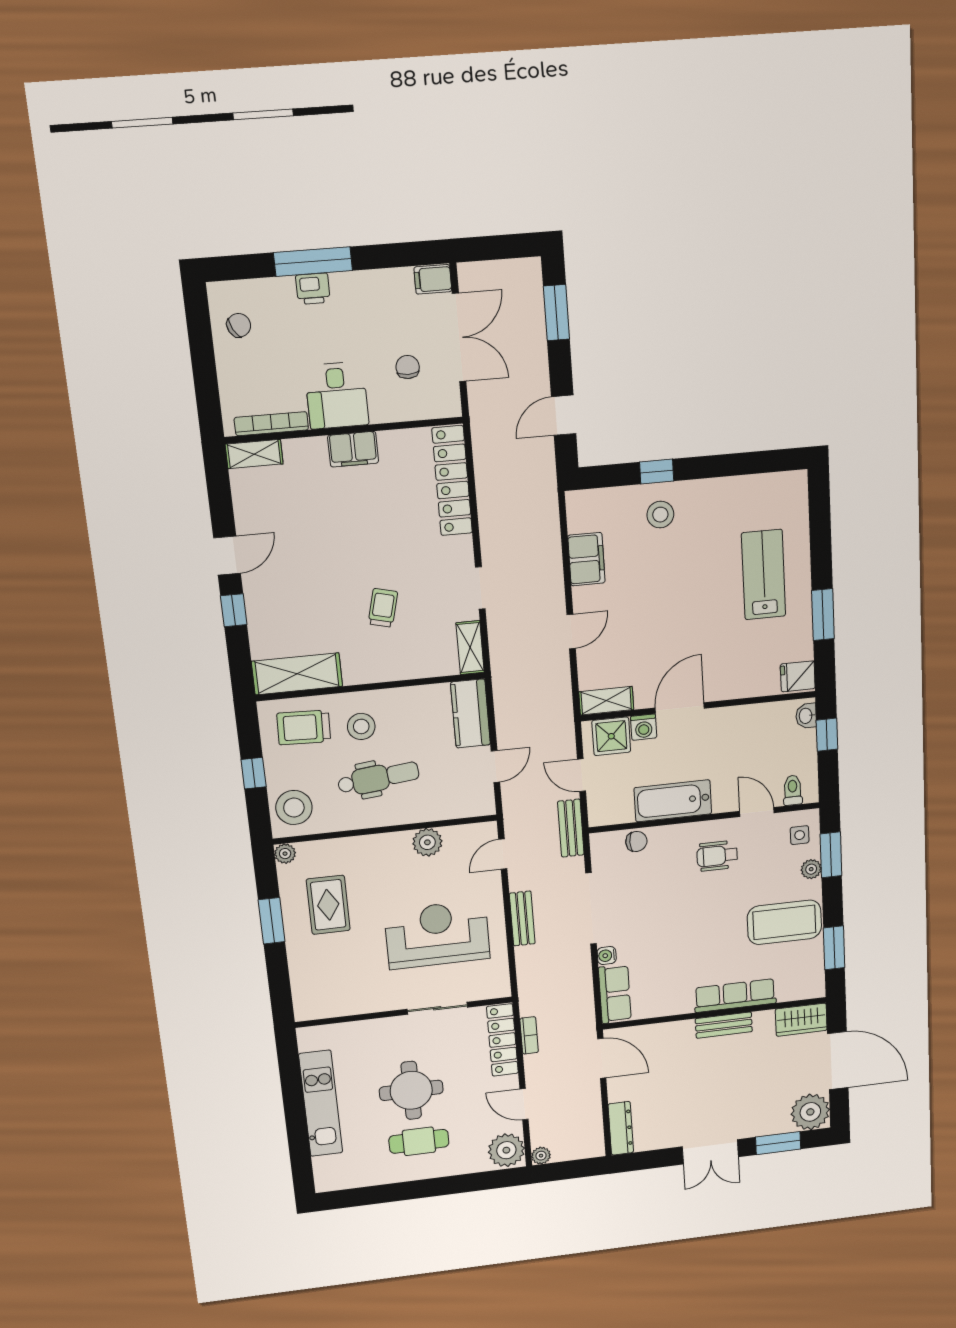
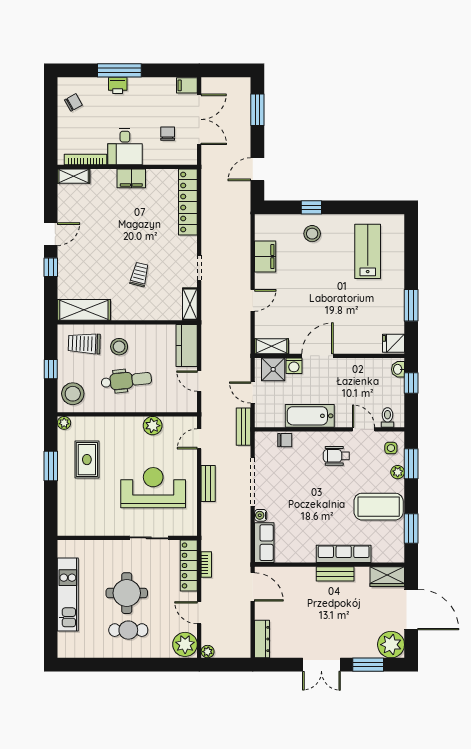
lab bench: (764, 575) -> (368, 251), moved
door: (495, 767) -> (199, 381), swing flipped

